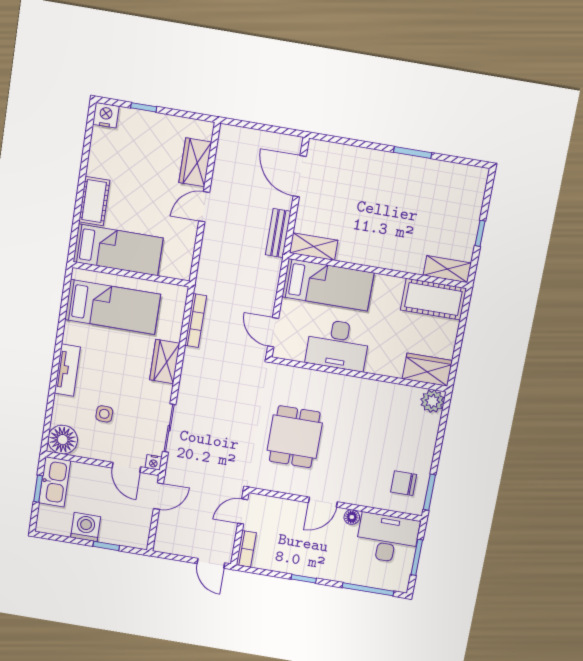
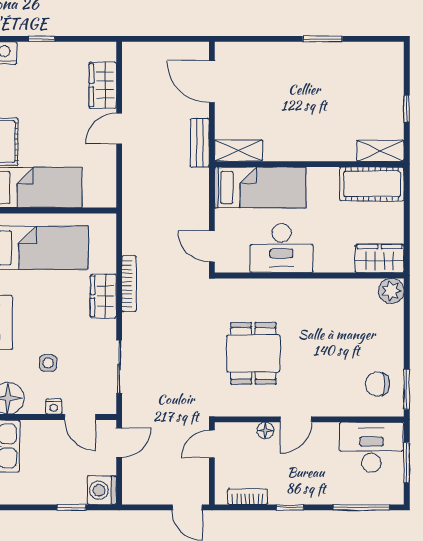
bookcase: (196, 321) -> (129, 284), moved
nightstand: (153, 462) -> (54, 407), moved
floor lamp: (352, 517) -> (265, 430), moved
washing machine: (86, 527) -> (102, 490), moved, turned -90
bookcase: (246, 549) -> (248, 497), moved, turned -90

